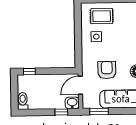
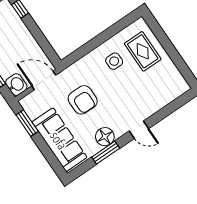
armchair: (107, 70) -> (83, 100), turned 90

